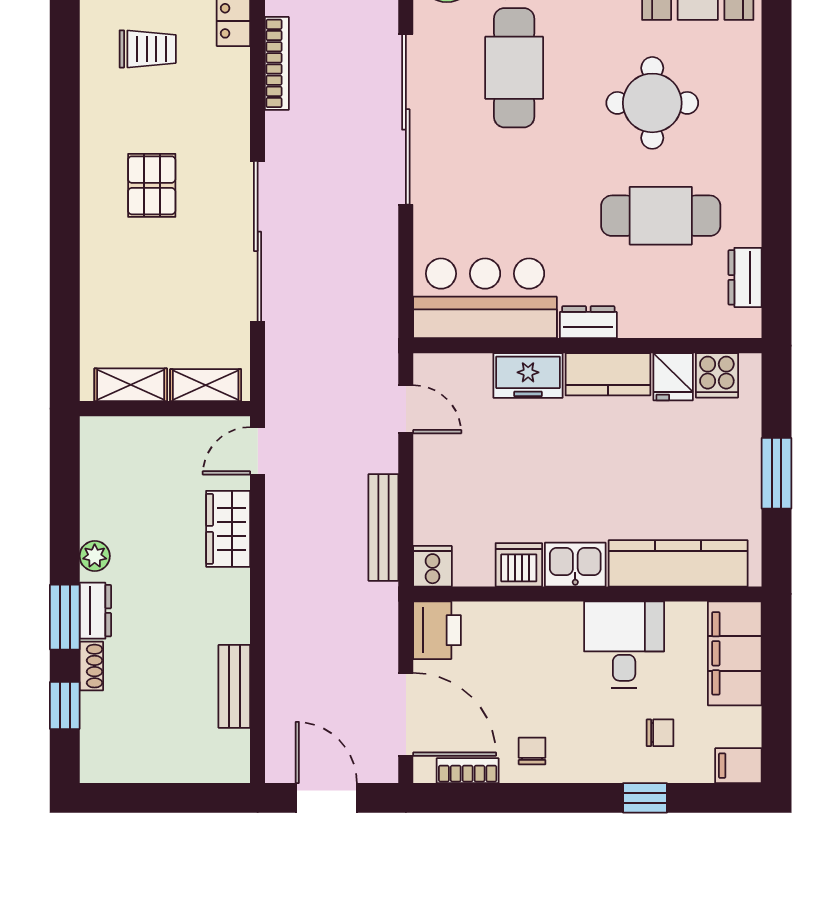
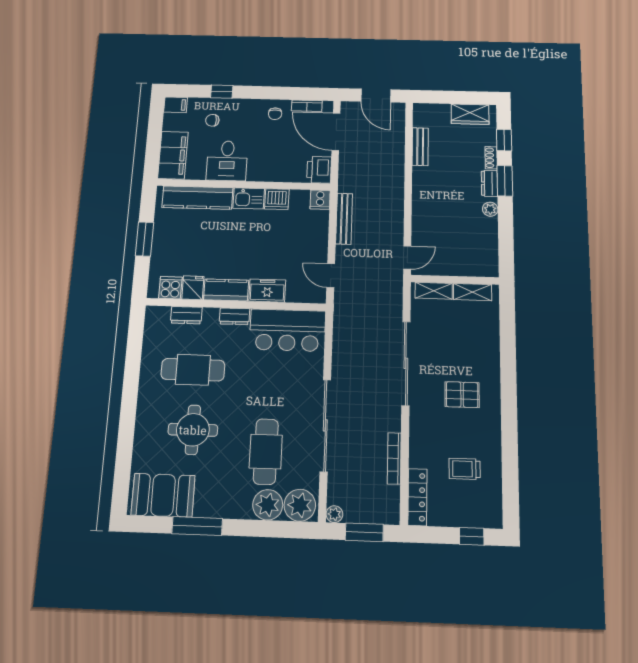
pallet: (152, 185) -> (462, 395), turned 90
dresser: (745, 277) -> (186, 315), moved, turned 90
wardrobe: (228, 529) -> (470, 114), moved, turned 90

